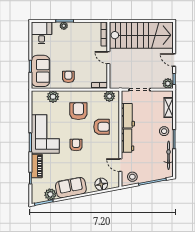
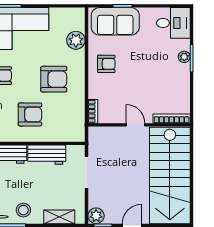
door: (108, 58) -> (136, 125), hinge flipped
plant: (109, 96) -> (77, 126), removed
armchair: (101, 127) -> (30, 114), turned -90

